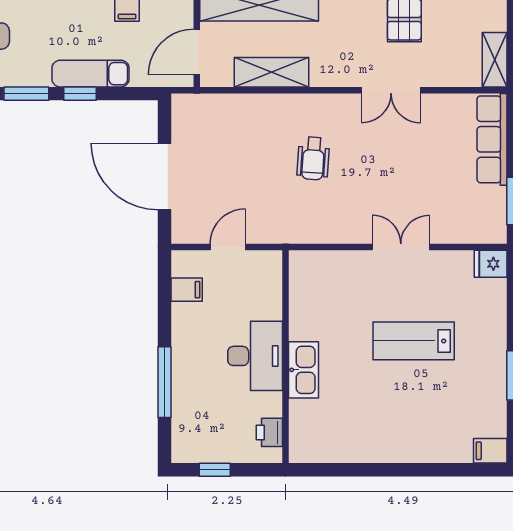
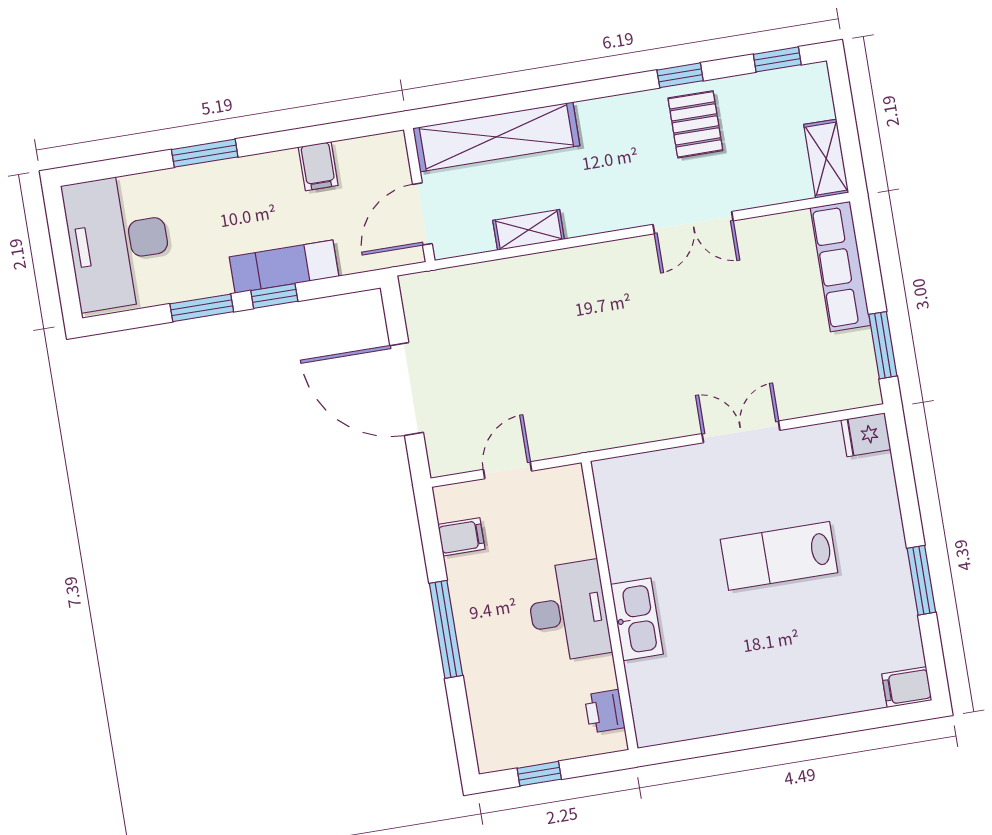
shelving: (271, 72) -> (529, 230), width x0.67, depth x0.75
wheelchair: (313, 158) -> (603, 332), removed
window: (165, 382) -> (446, 629), moved

